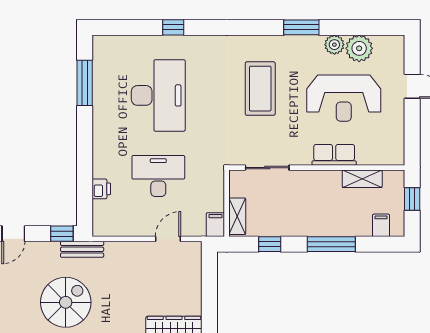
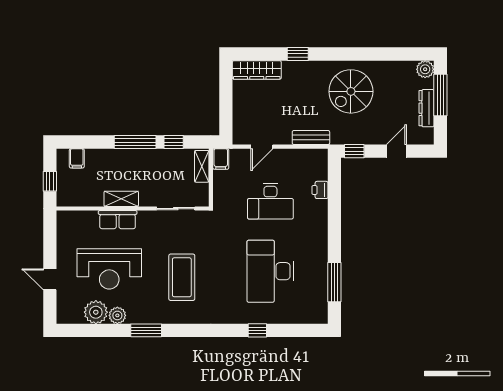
reception desk: (344, 98) -> (109, 269), turned 180
shelving: (362, 179) -> (121, 199), moved
window: (331, 244) -> (135, 142), moved
bench: (82, 249) -> (311, 137), moved

